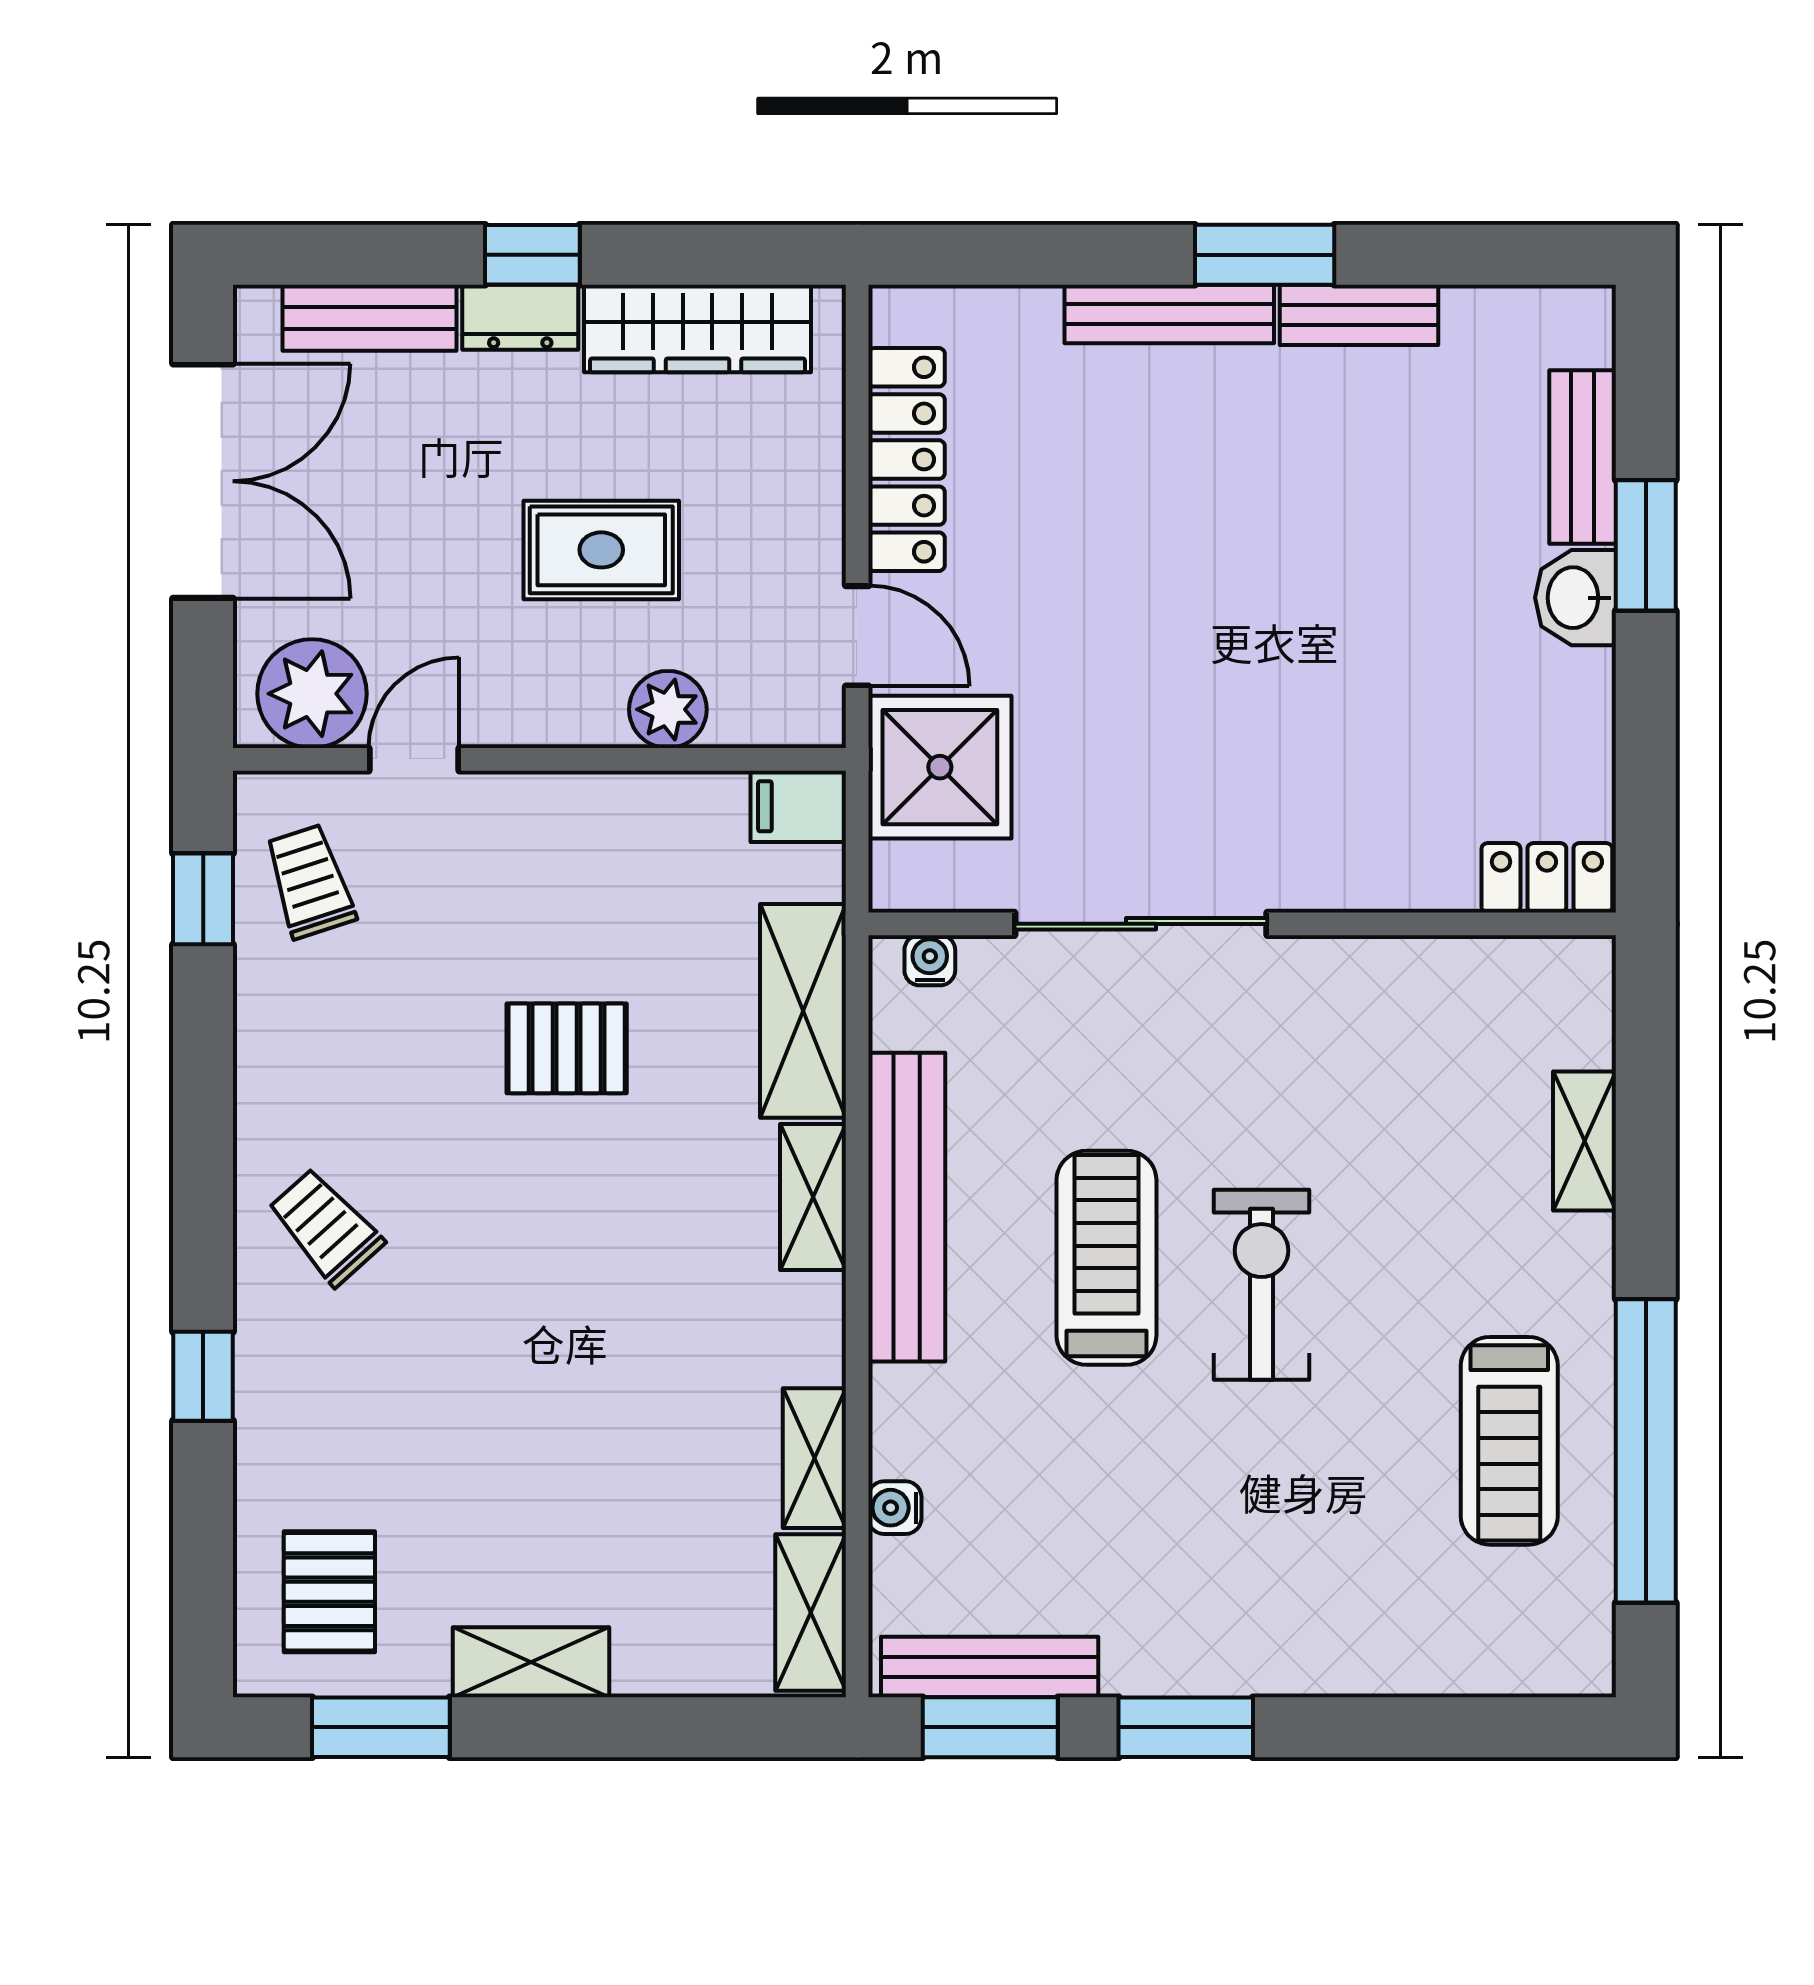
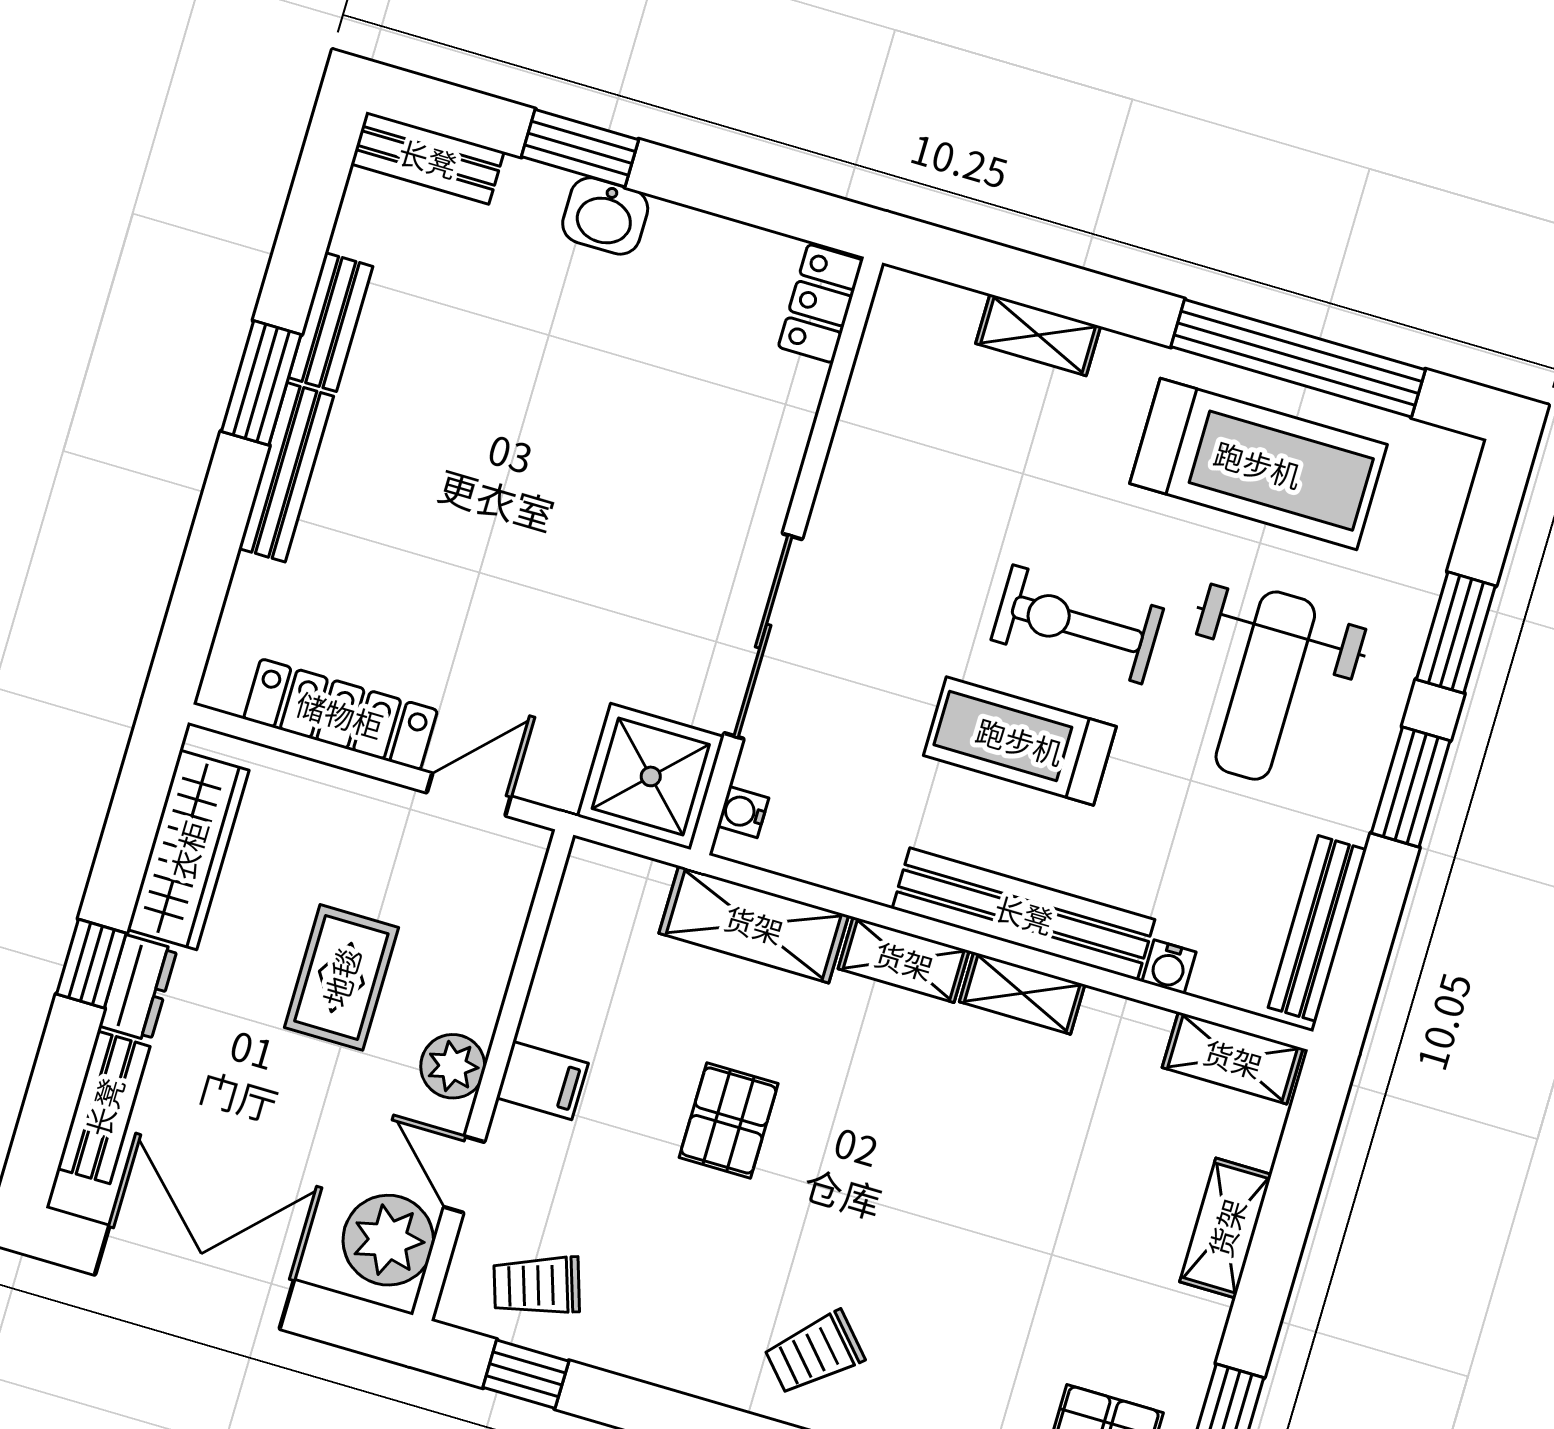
bench: (1583, 457) -> (428, 158), moved
plant: (668, 709) -> (453, 1066), moved
shower: (940, 767) -> (651, 776), moved
filing cabinet: (798, 806) -> (542, 1081), moved, turned -90
bench: (907, 1207) -> (1024, 914), moved
treadmill: (1509, 1441) -> (1258, 464), width x1.37, depth x1.38
shelving: (814, 1458) -> (1022, 993), moved
weight bench: (1254, 1524) -> (1265, 686), added
shelving: (531, 1662) -> (1226, 1228), moved
window: (990, 1727) -> (1456, 633), moved

